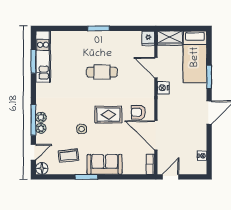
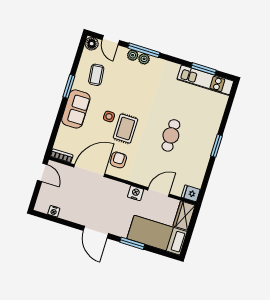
side table: (82, 129) -> (109, 116), moved

